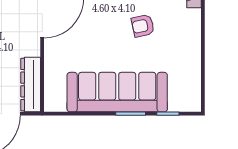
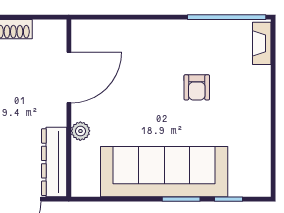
armchair: (143, 26) -> (197, 87), turned -78
plant: (51, 60) -> (80, 131), added

